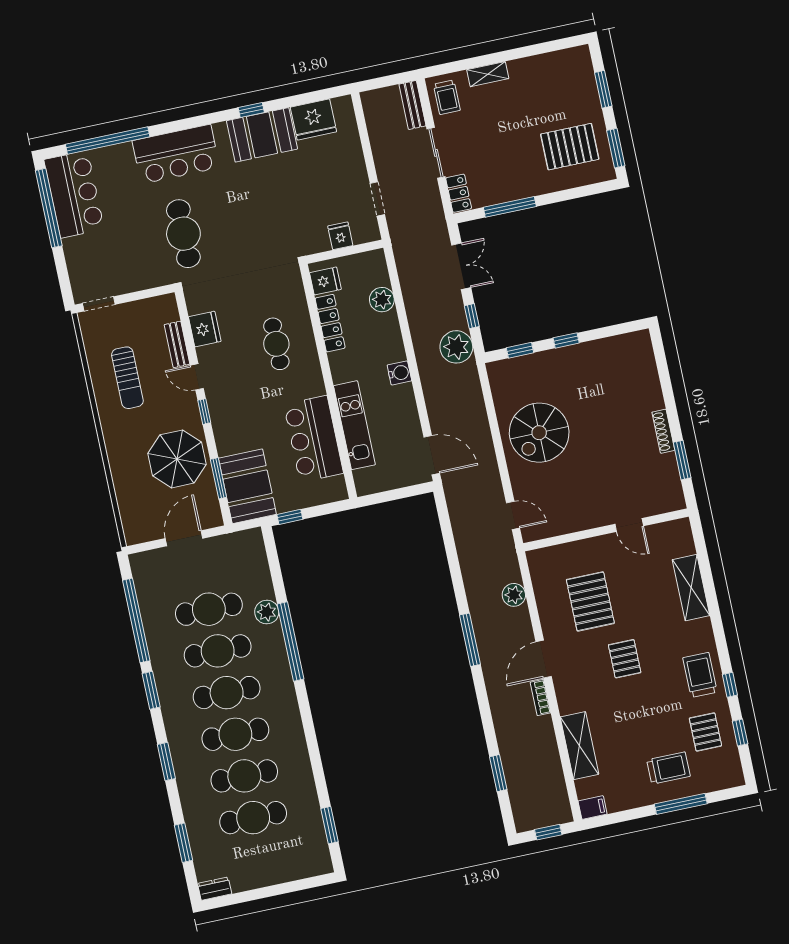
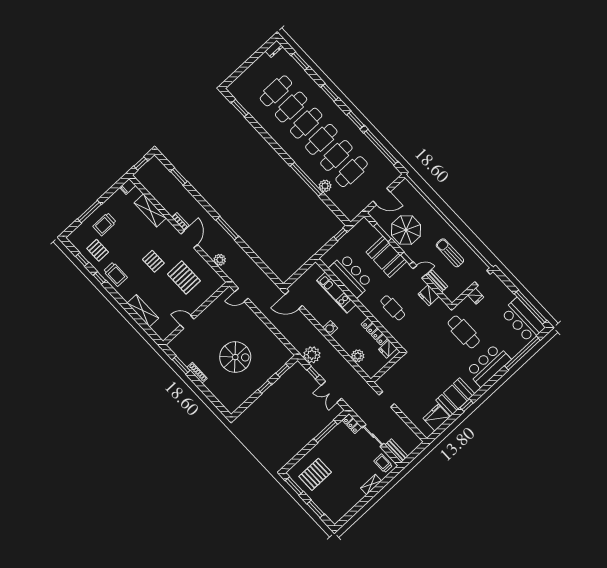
fridge: (340, 236) -> (476, 296), moved
spiral stairs: (539, 433) -> (235, 357), moved, turned 90
booth: (247, 486) -> (386, 257), moved
door: (184, 538) -> (382, 197), hinge flipped

